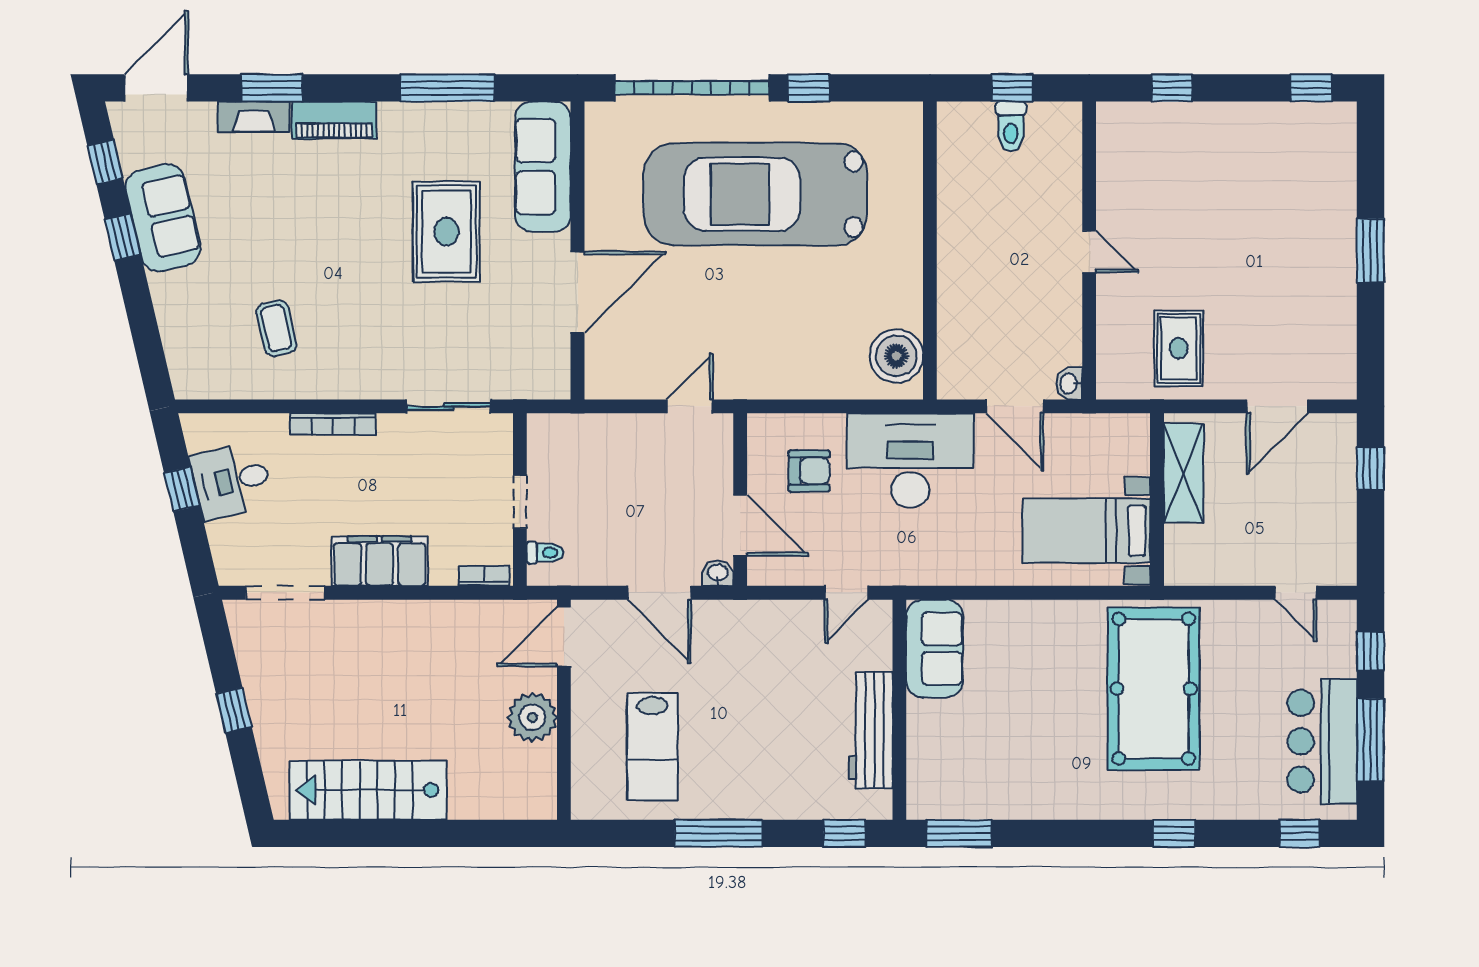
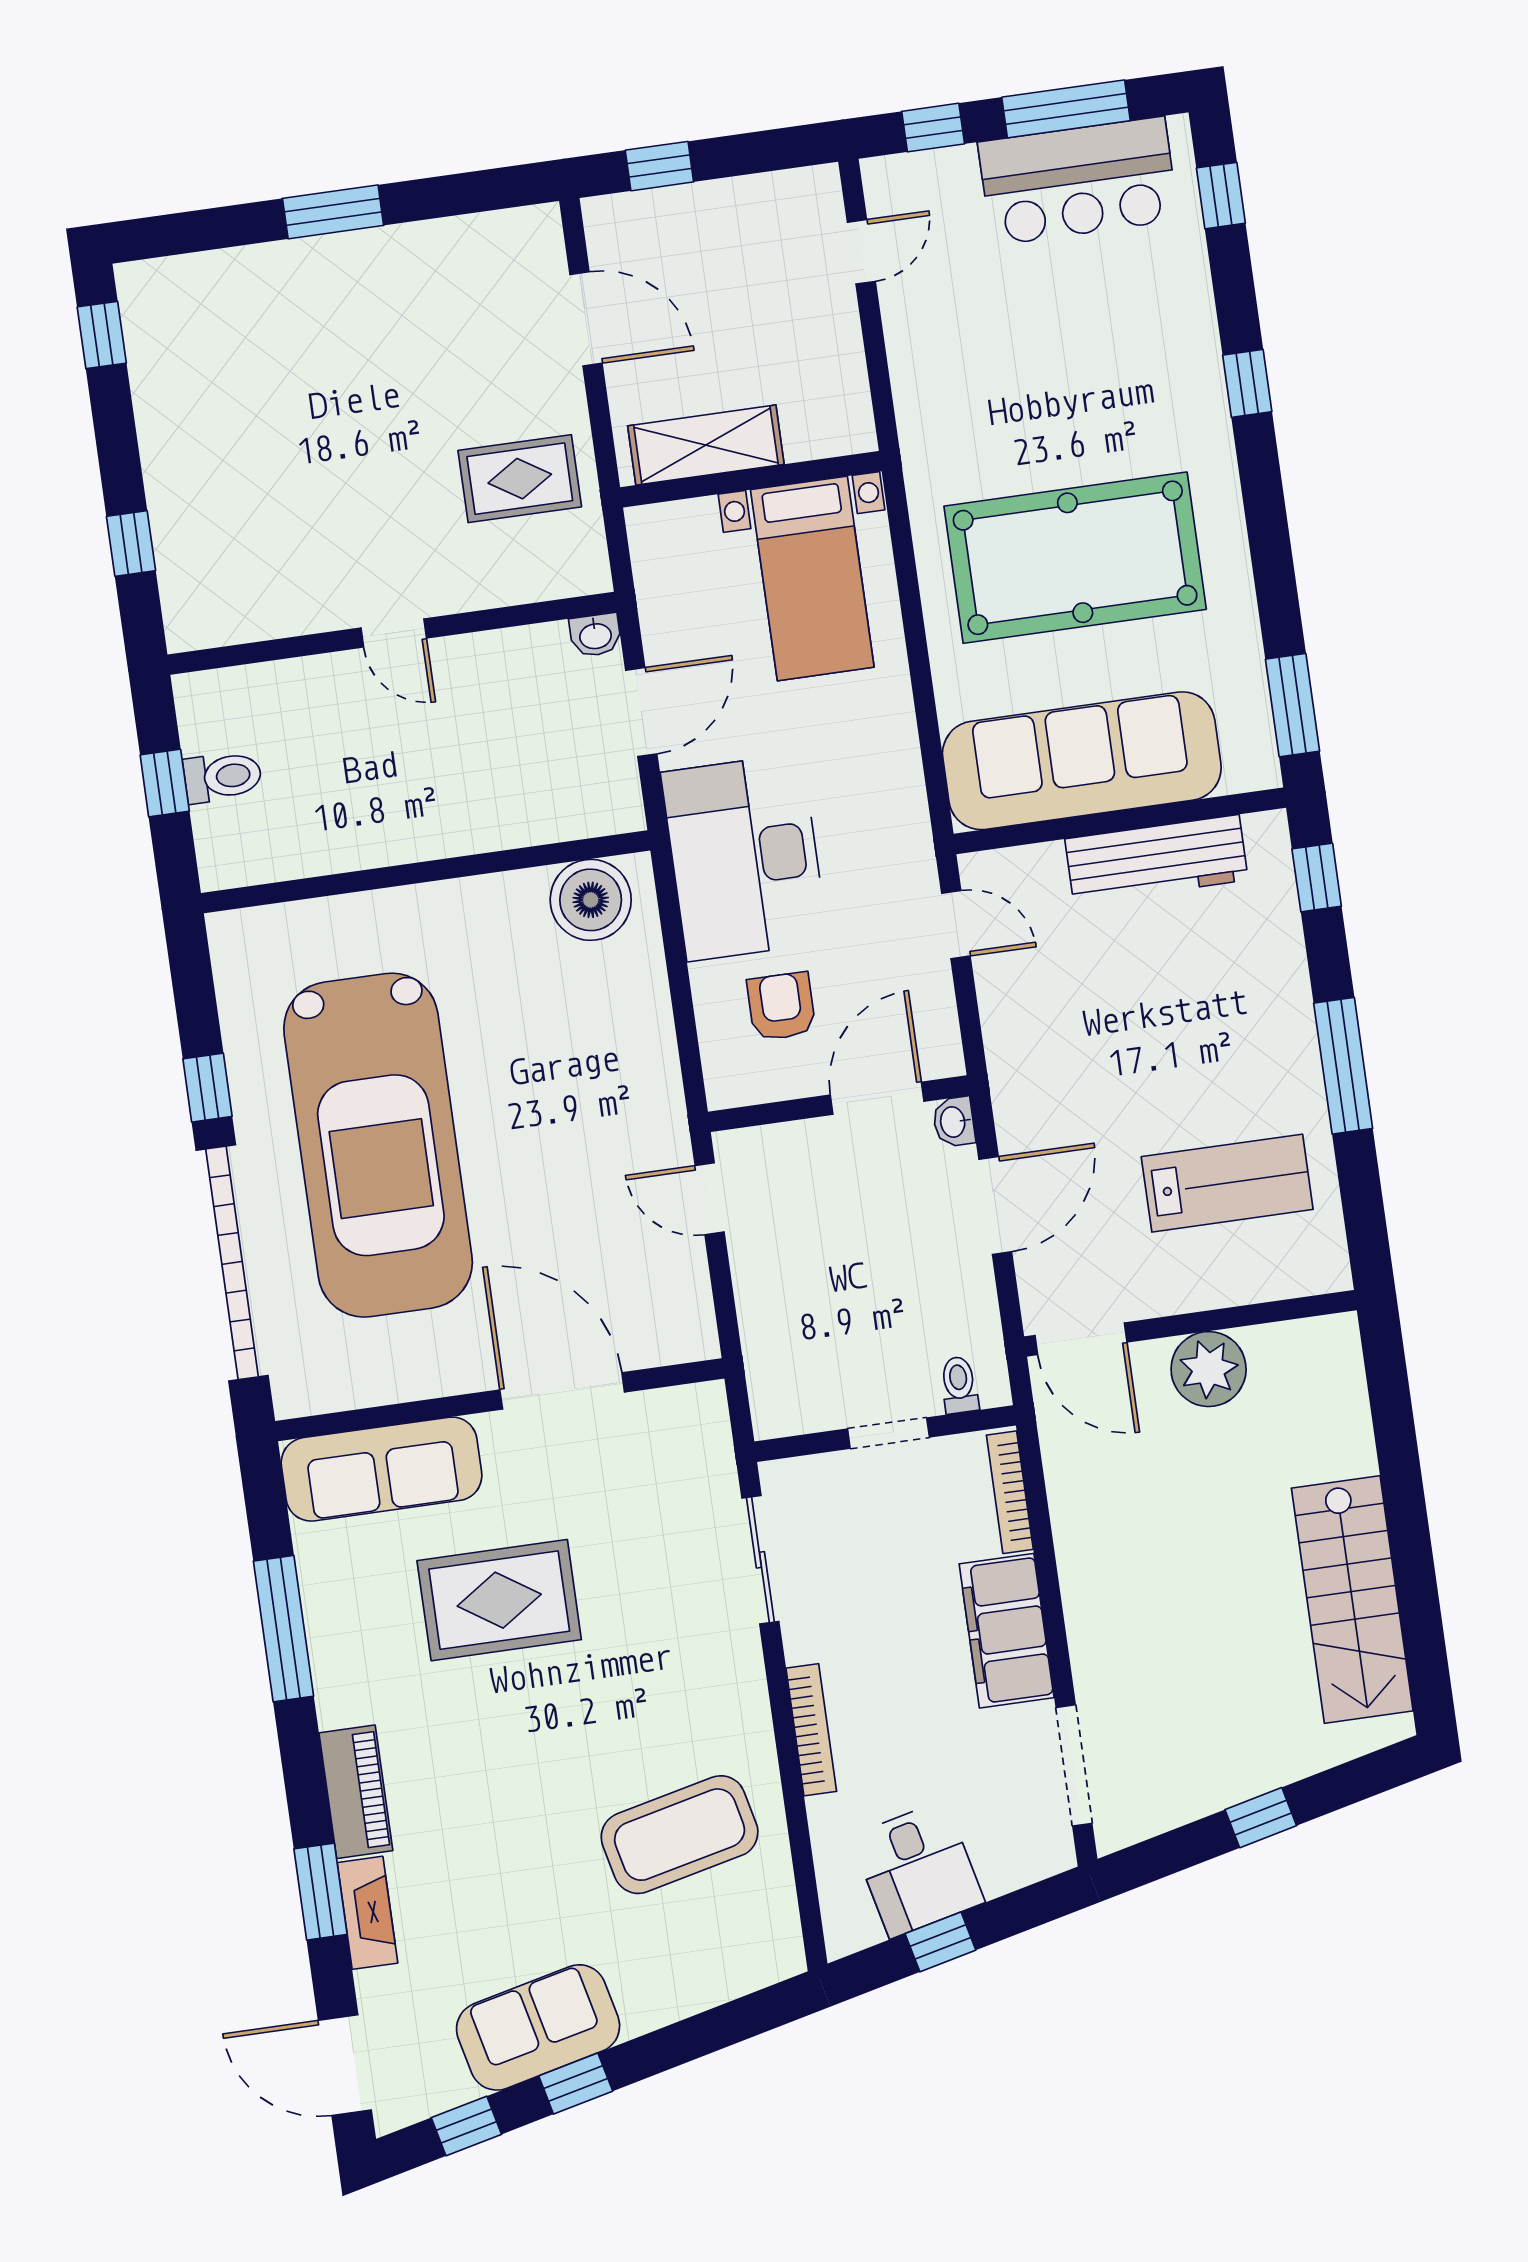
door: (1089, 252) -> (394, 633), swing flipped
coffee table: (276, 328) -> (680, 1835), width x1.86, depth x1.72
bookcase: (484, 576) -> (1010, 1492), width x1.56
sofa: (935, 649) -> (1082, 761), width x1.85, depth x1.27
pool table: (1154, 689) -> (1075, 558), moved

